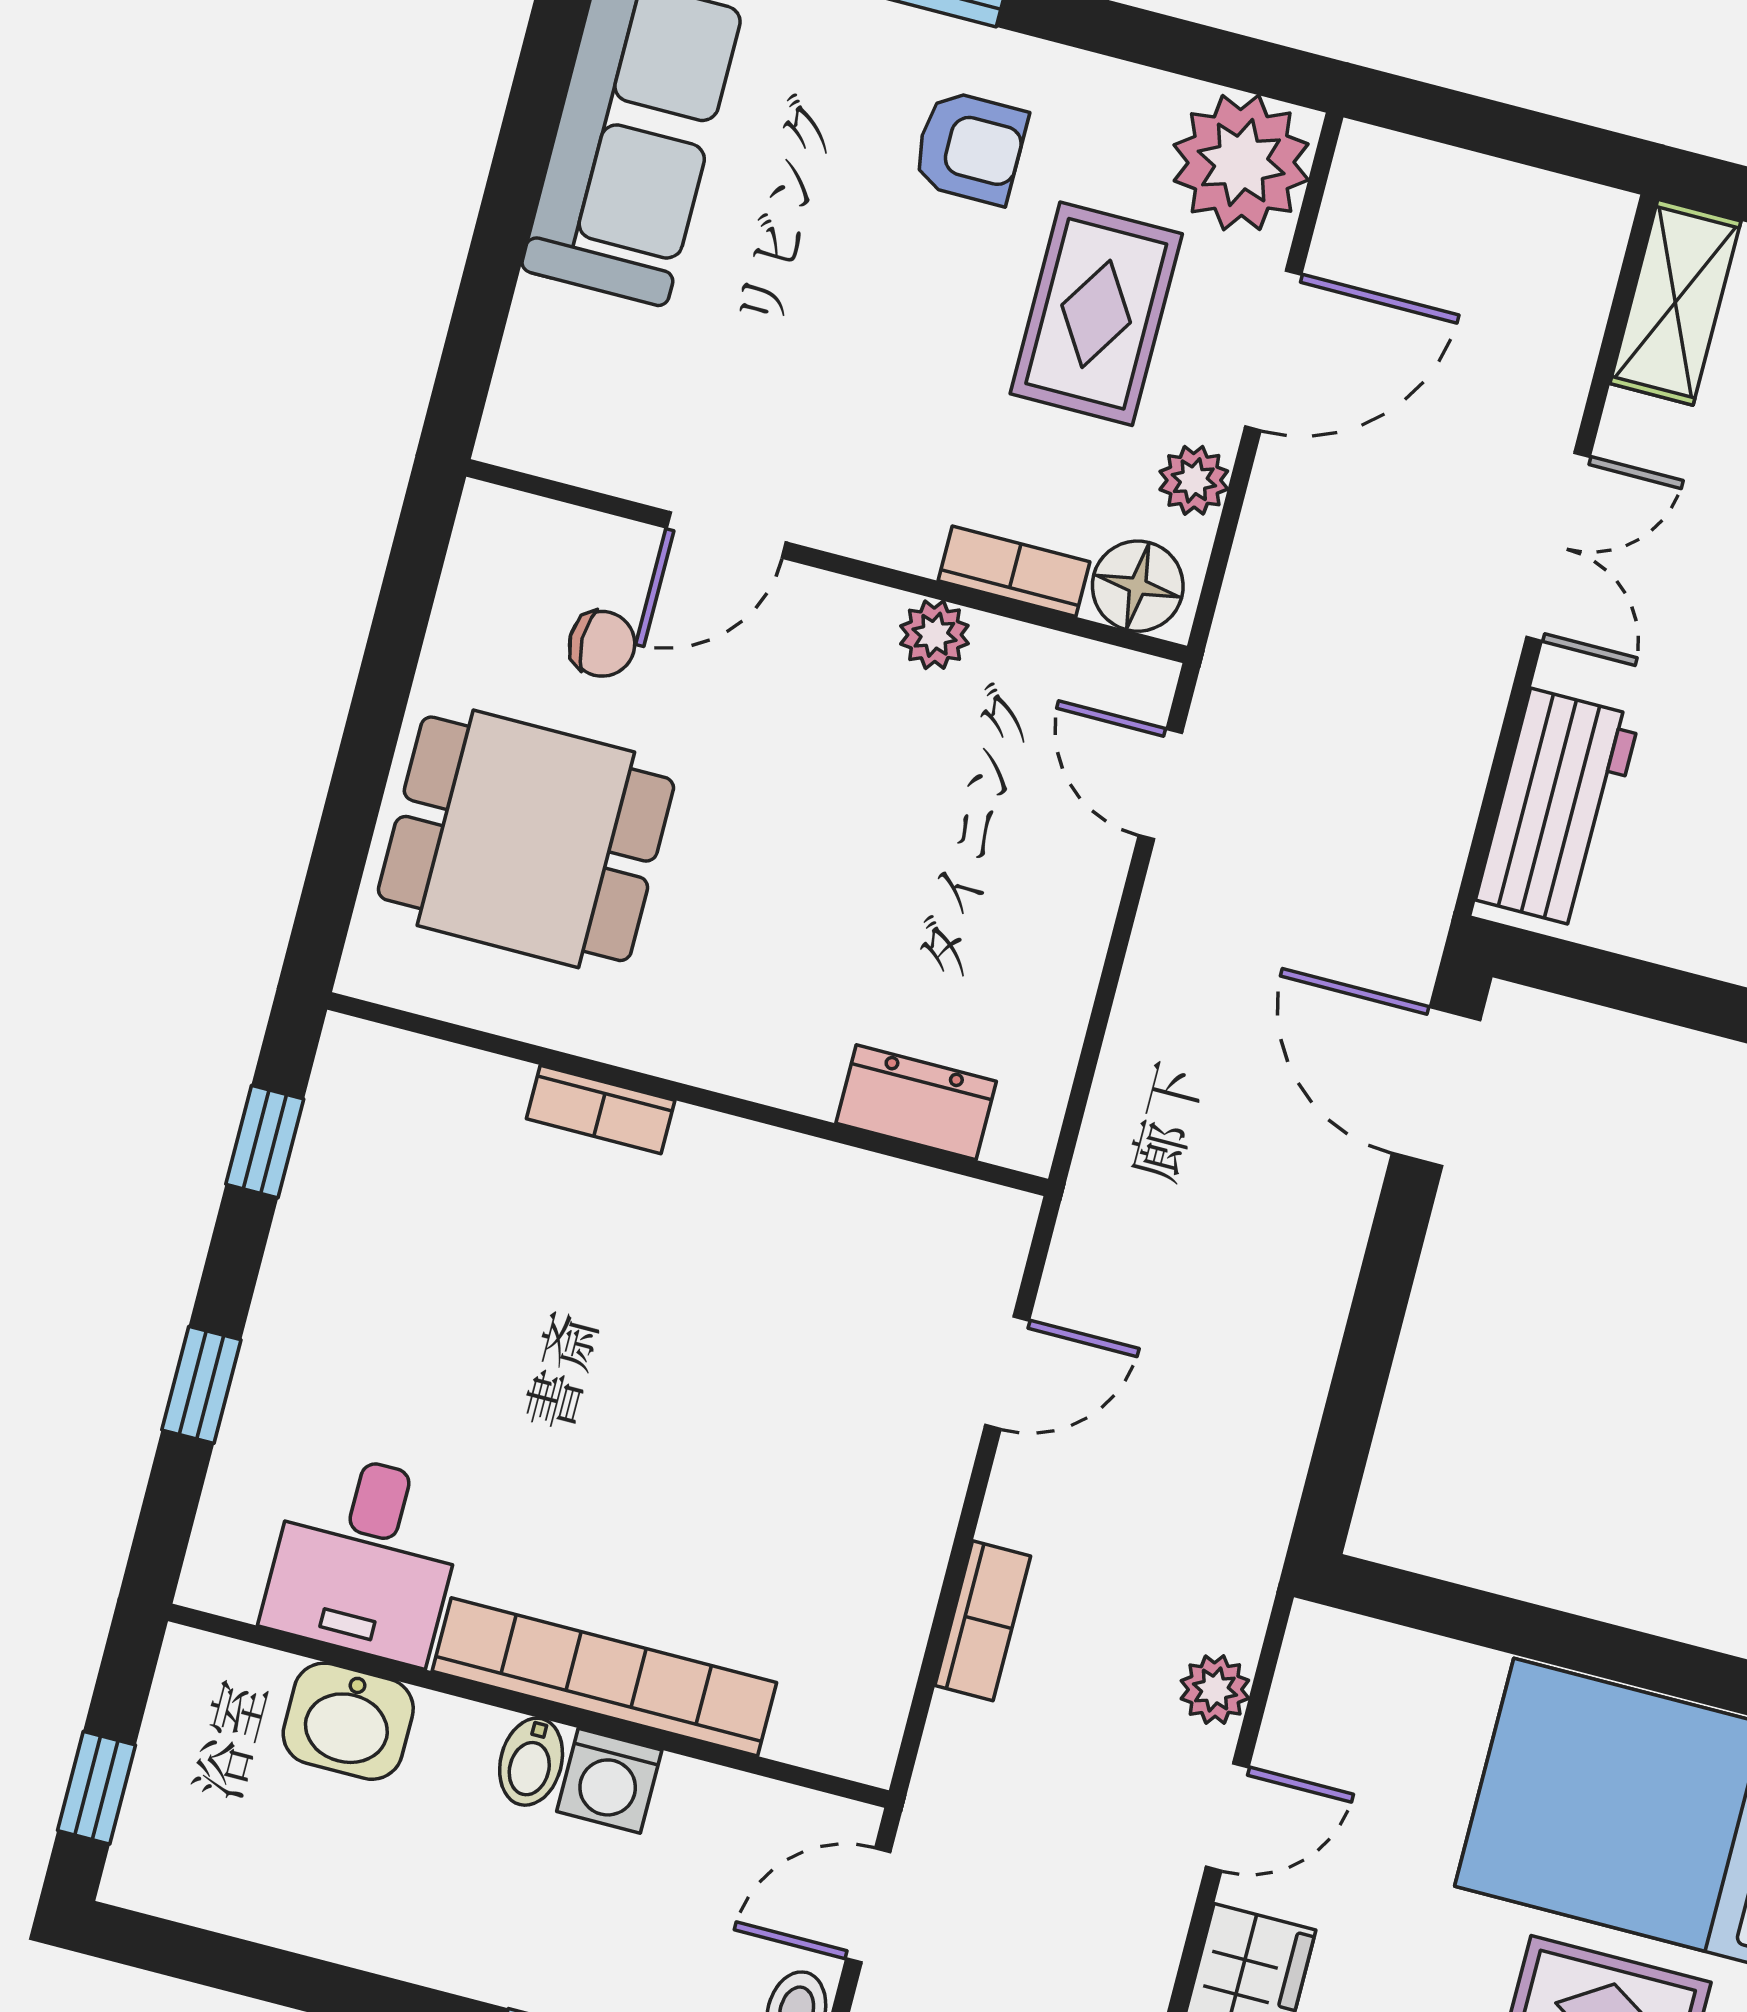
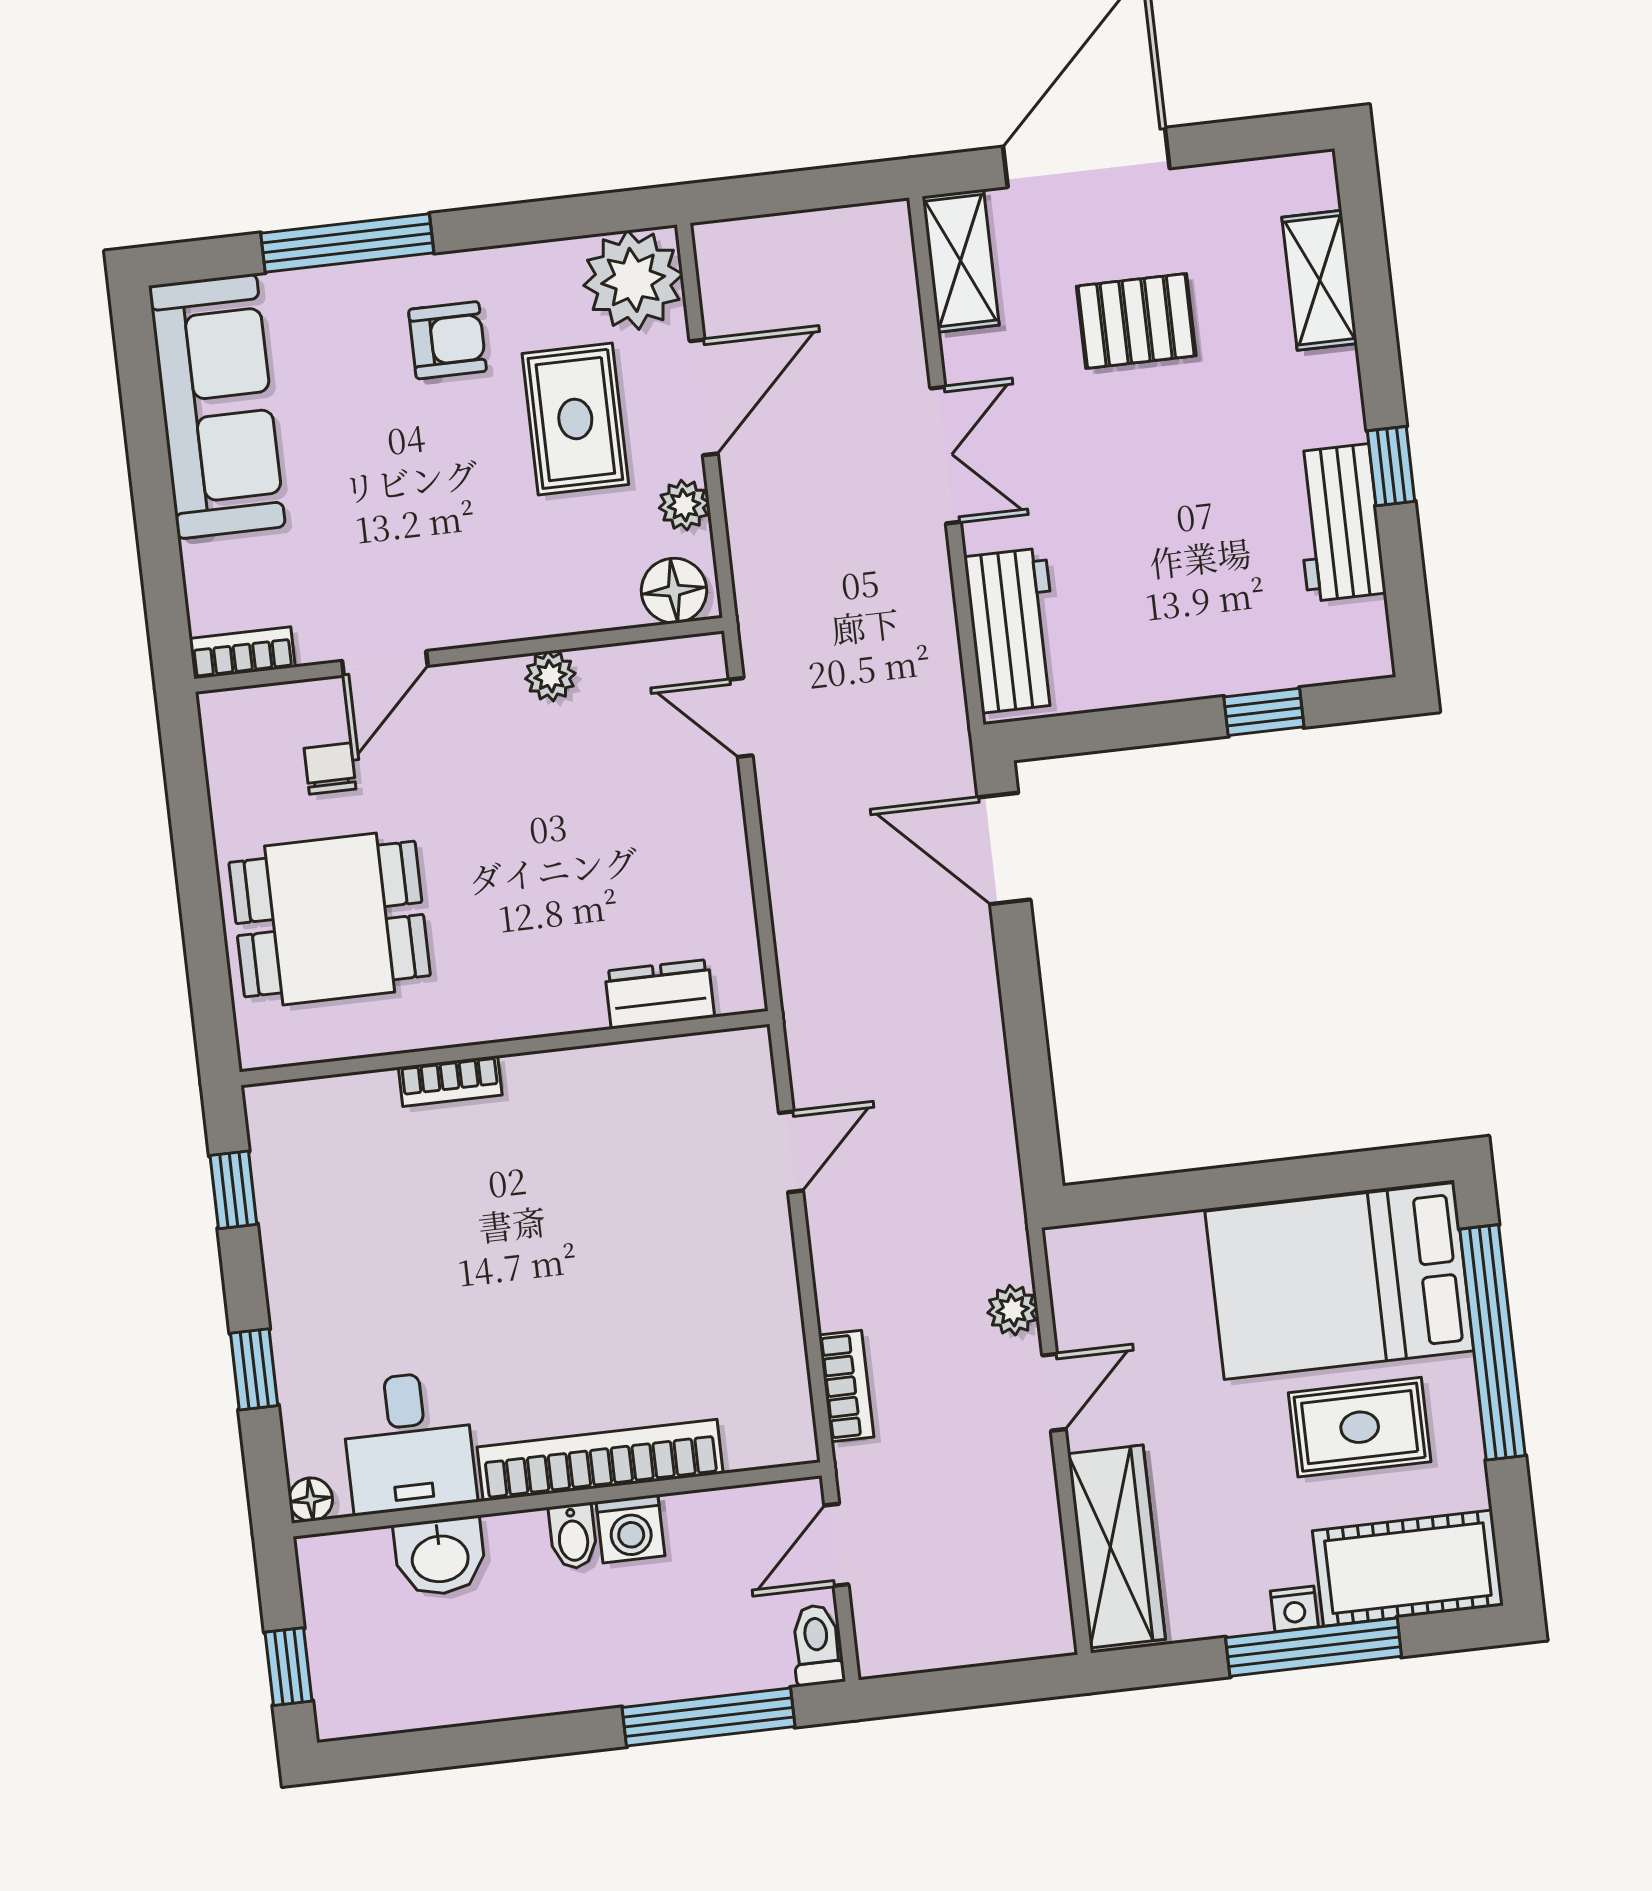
bookcase: (1014, 571) -> (242, 653), moved
chair: (602, 644) -> (330, 769), turned -90
floor lamp: (209, 1582) -> (311, 1500), added
bookcase: (983, 1621) -> (846, 1386), moved

